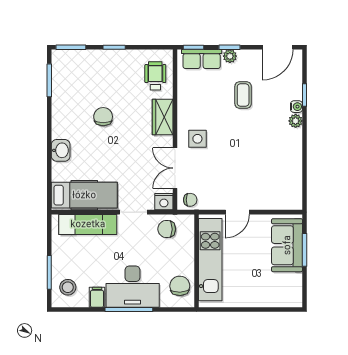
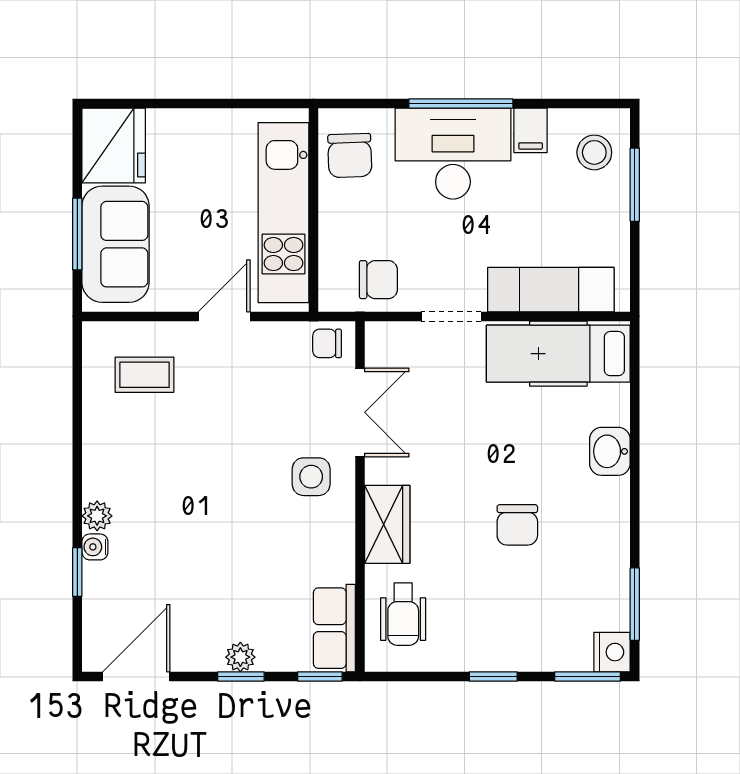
row of seats: (202, 59) -> (334, 628), moved, turned -90
coffee table: (243, 95) -> (144, 375), moved, turned 90
nightstand: (164, 202) -> (612, 652), moved, turned 90
fridge: (288, 290) -> (114, 146), added

